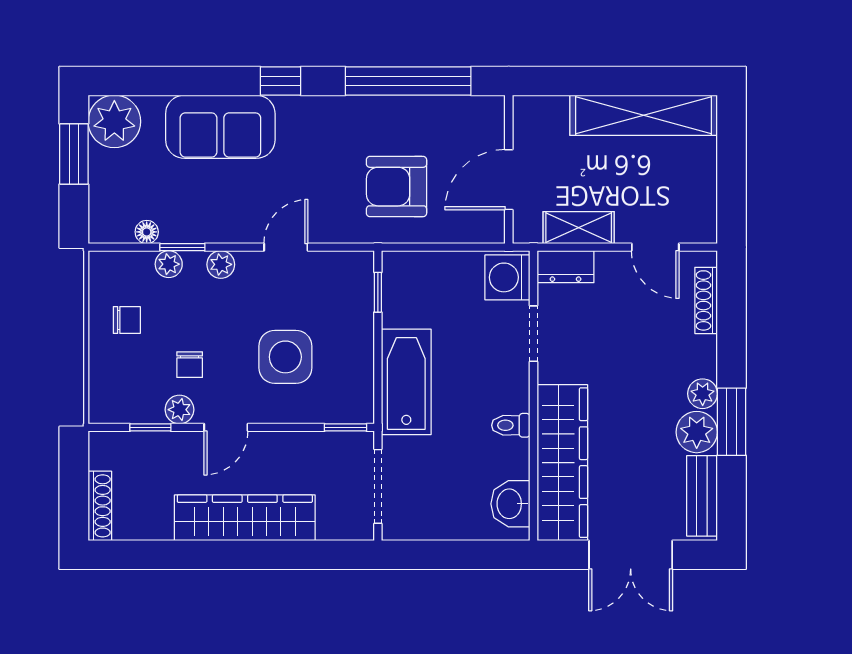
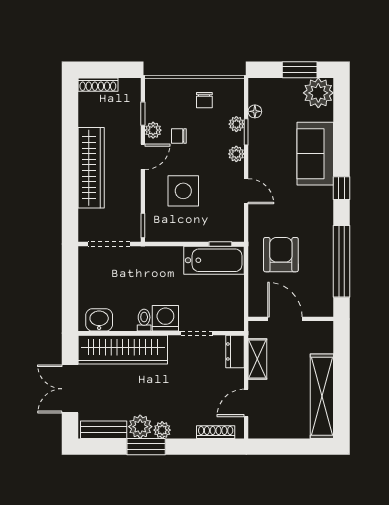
washing machine: (507, 277) -> (165, 318), moved
bathtub: (406, 382) -> (214, 260), moved
door: (226, 427) -> (143, 157), swing flipped

